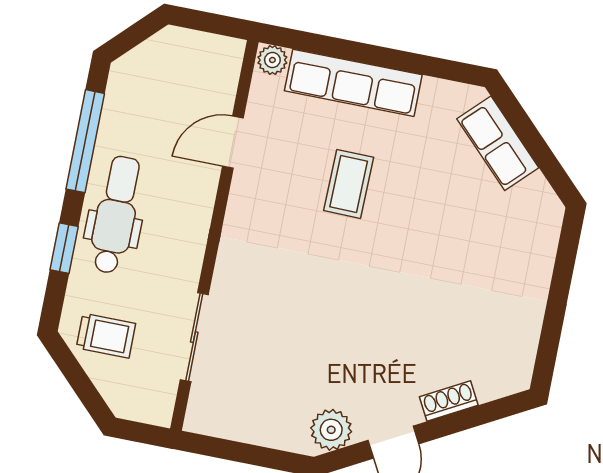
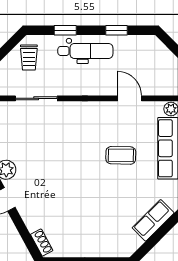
window: (85, 141) -> (116, 30), width x0.46
shoe rack: (449, 401) -> (42, 243), moved

